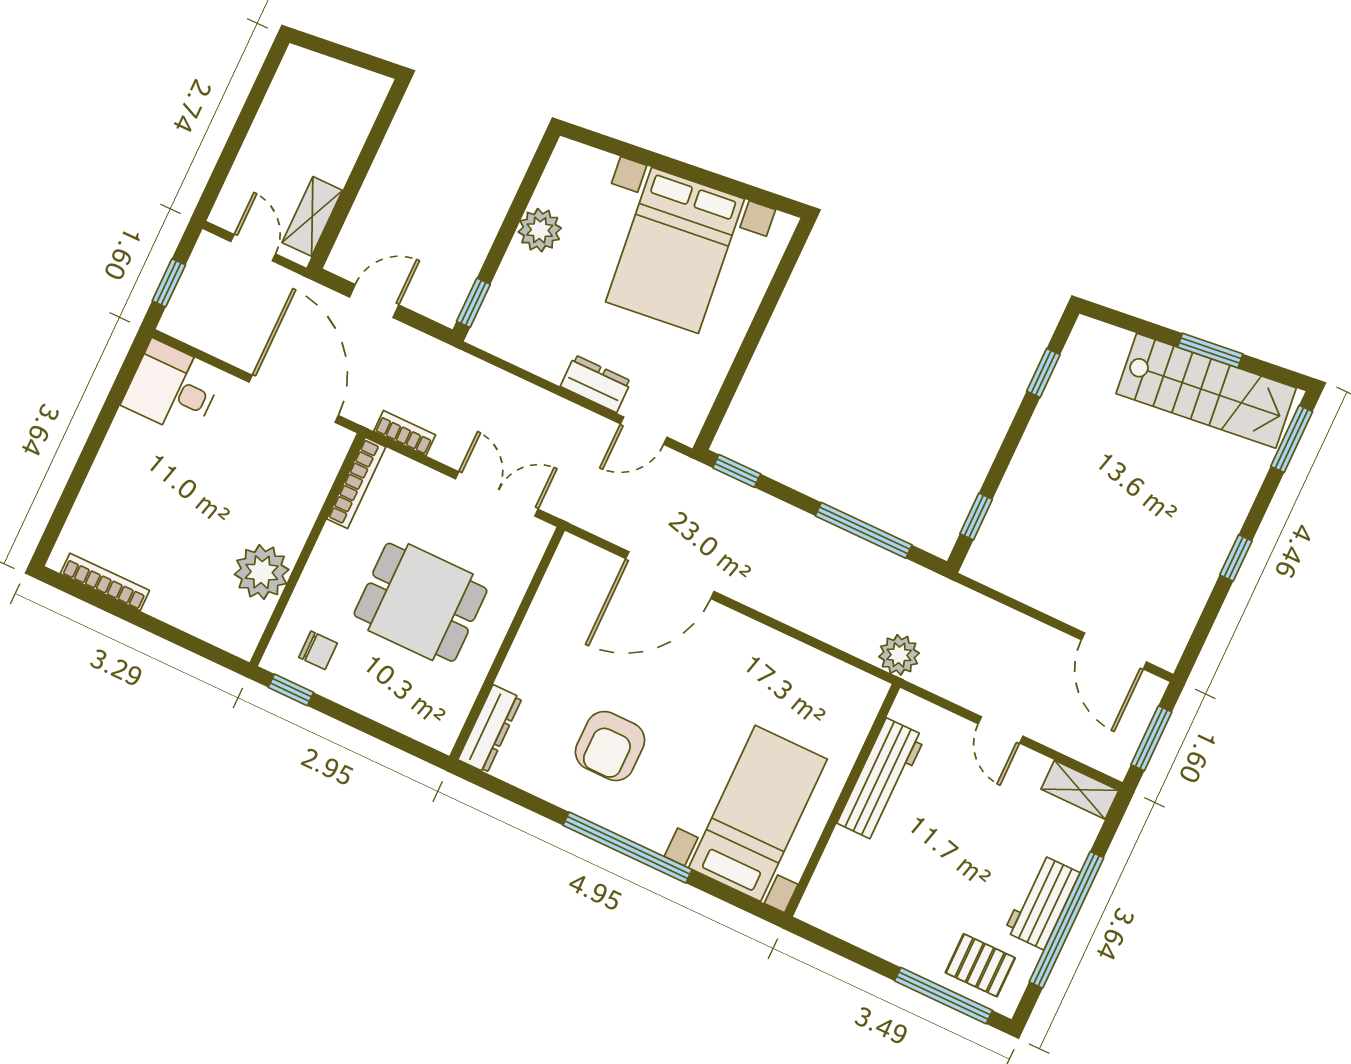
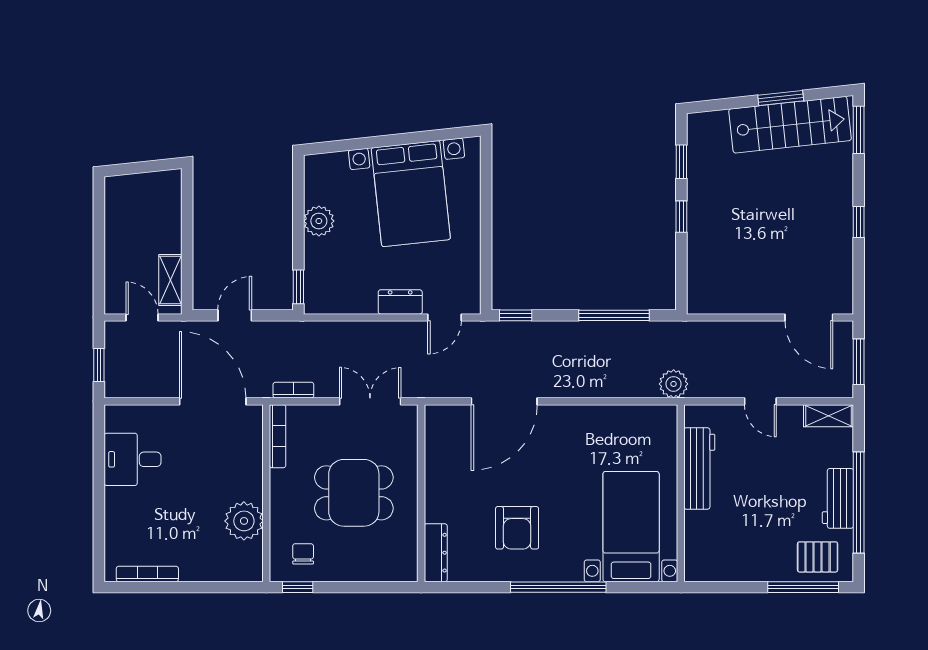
desk: (172, 388) -> (133, 459), moved
window: (976, 517) -> (681, 217), moved
chair: (318, 650) -> (303, 554), turned -90

